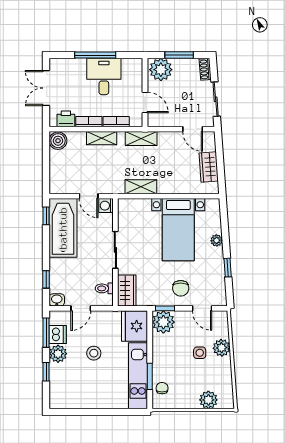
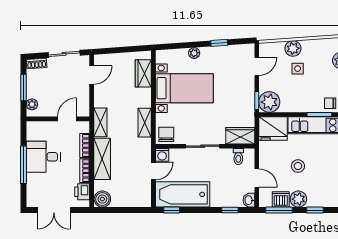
plant: (161, 70) -> (32, 104), width x0.53, depth x0.53
shelving: (102, 138) -> (102, 159), width x1.50, depth x1.33
wardrobe: (209, 167) -> (143, 73), moved, turned 94
chair: (181, 288) -> (166, 134), moved, turned -90

